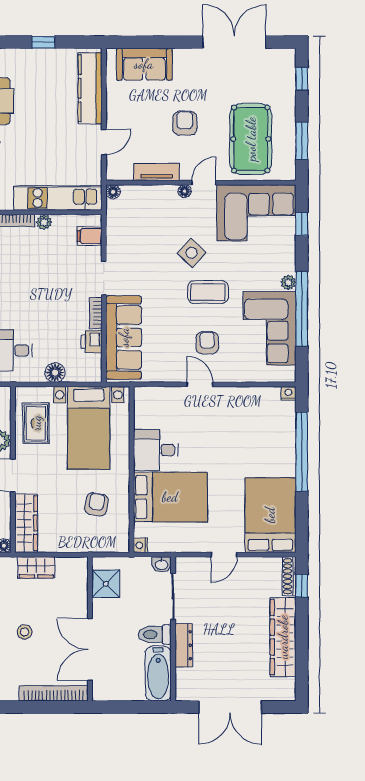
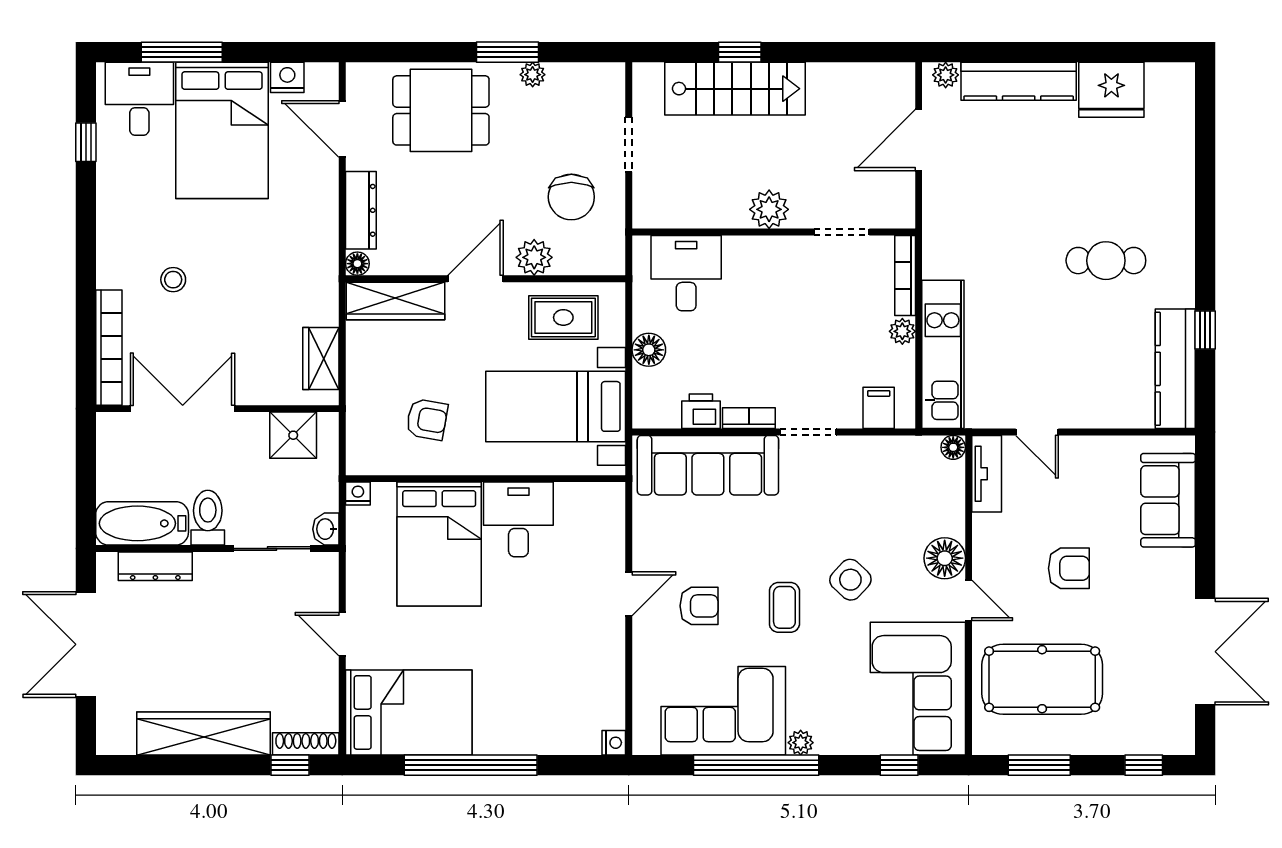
kitchen counter: (90, 88) -> (1175, 369), moved, turned -90
tv unit: (156, 172) -> (987, 474), moved
floor lamp: (185, 191) -> (945, 558), width x1.89, depth x1.89
coffee table: (208, 292) -> (784, 607), width x0.73, depth x0.77
window: (302, 452) -> (471, 765), moved
wardrobe: (36, 567) -> (321, 359), moved
stool: (25, 632) -> (173, 280), moved
dresser: (184, 645) -> (155, 566), moved

